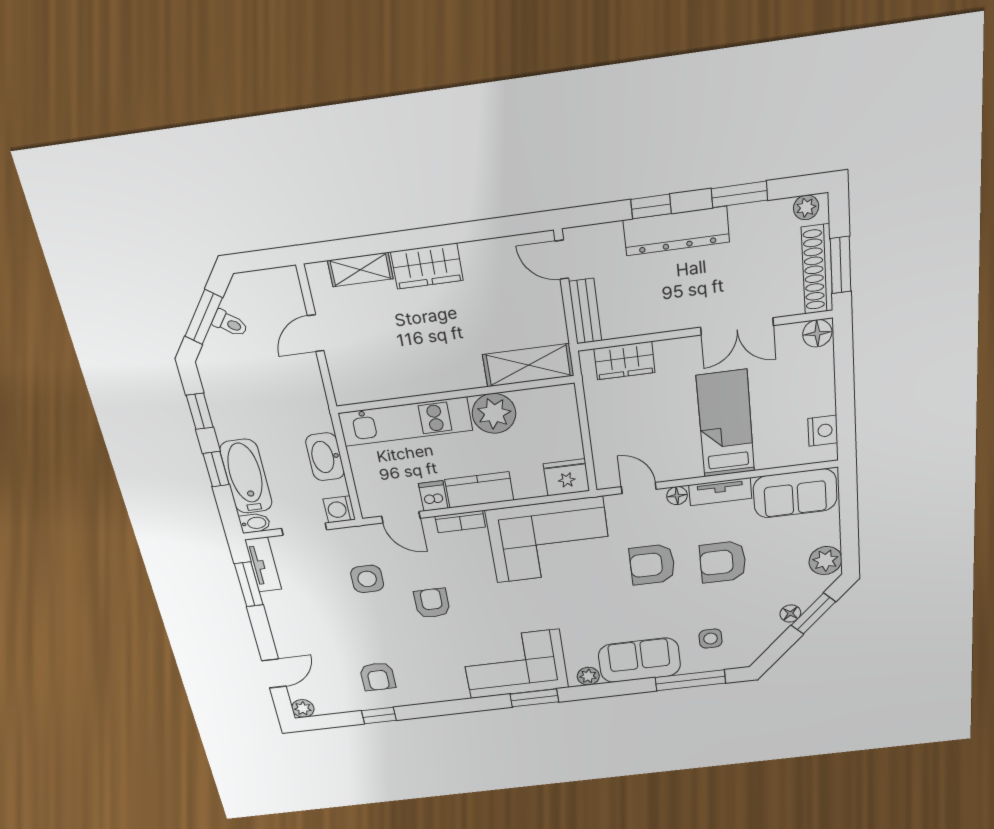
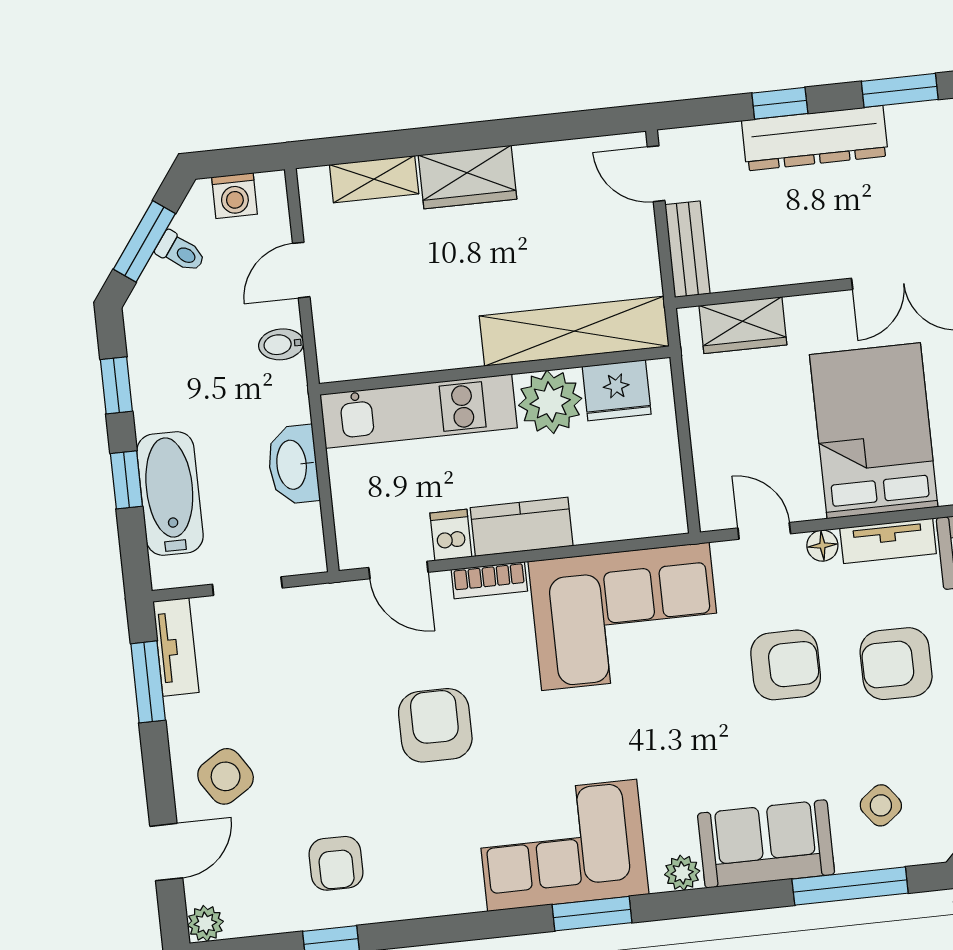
shelving: (528, 365) -> (574, 331), width x1.47
bed: (725, 424) -> (874, 431), width x1.50
fridge: (566, 477) -> (617, 390), moved, turned 180
washing machine: (339, 509) -> (234, 196), moved, turned -90
bidet: (255, 523) -> (281, 344), moved, turned 180
armchair: (652, 564) -> (786, 665), turned 180
side table: (367, 579) -> (226, 776), moved, turned -33
armchair: (432, 603) -> (435, 725), width x1.38, depth x1.38
side table: (711, 639) -> (881, 805), turned -37

